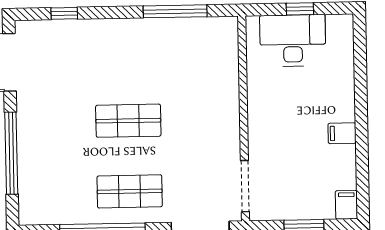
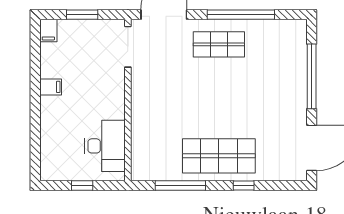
window: (64, 13) -> (244, 186), moved
desk: (293, 41) -> (105, 146), moved, turned -90
shop shelf: (128, 121) -> (219, 156), moved, width x1.43, depth x1.36

